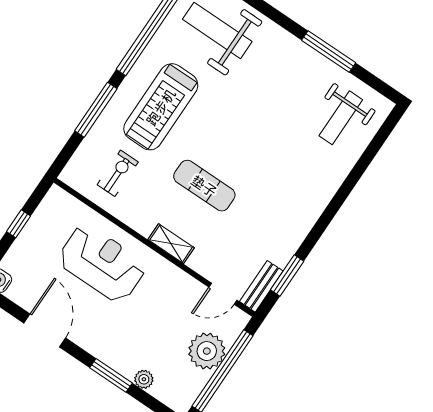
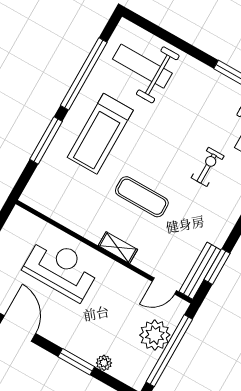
exercise bike: (118, 173) -> (208, 167), moved
bench: (261, 286) -> (200, 271), width x1.36

